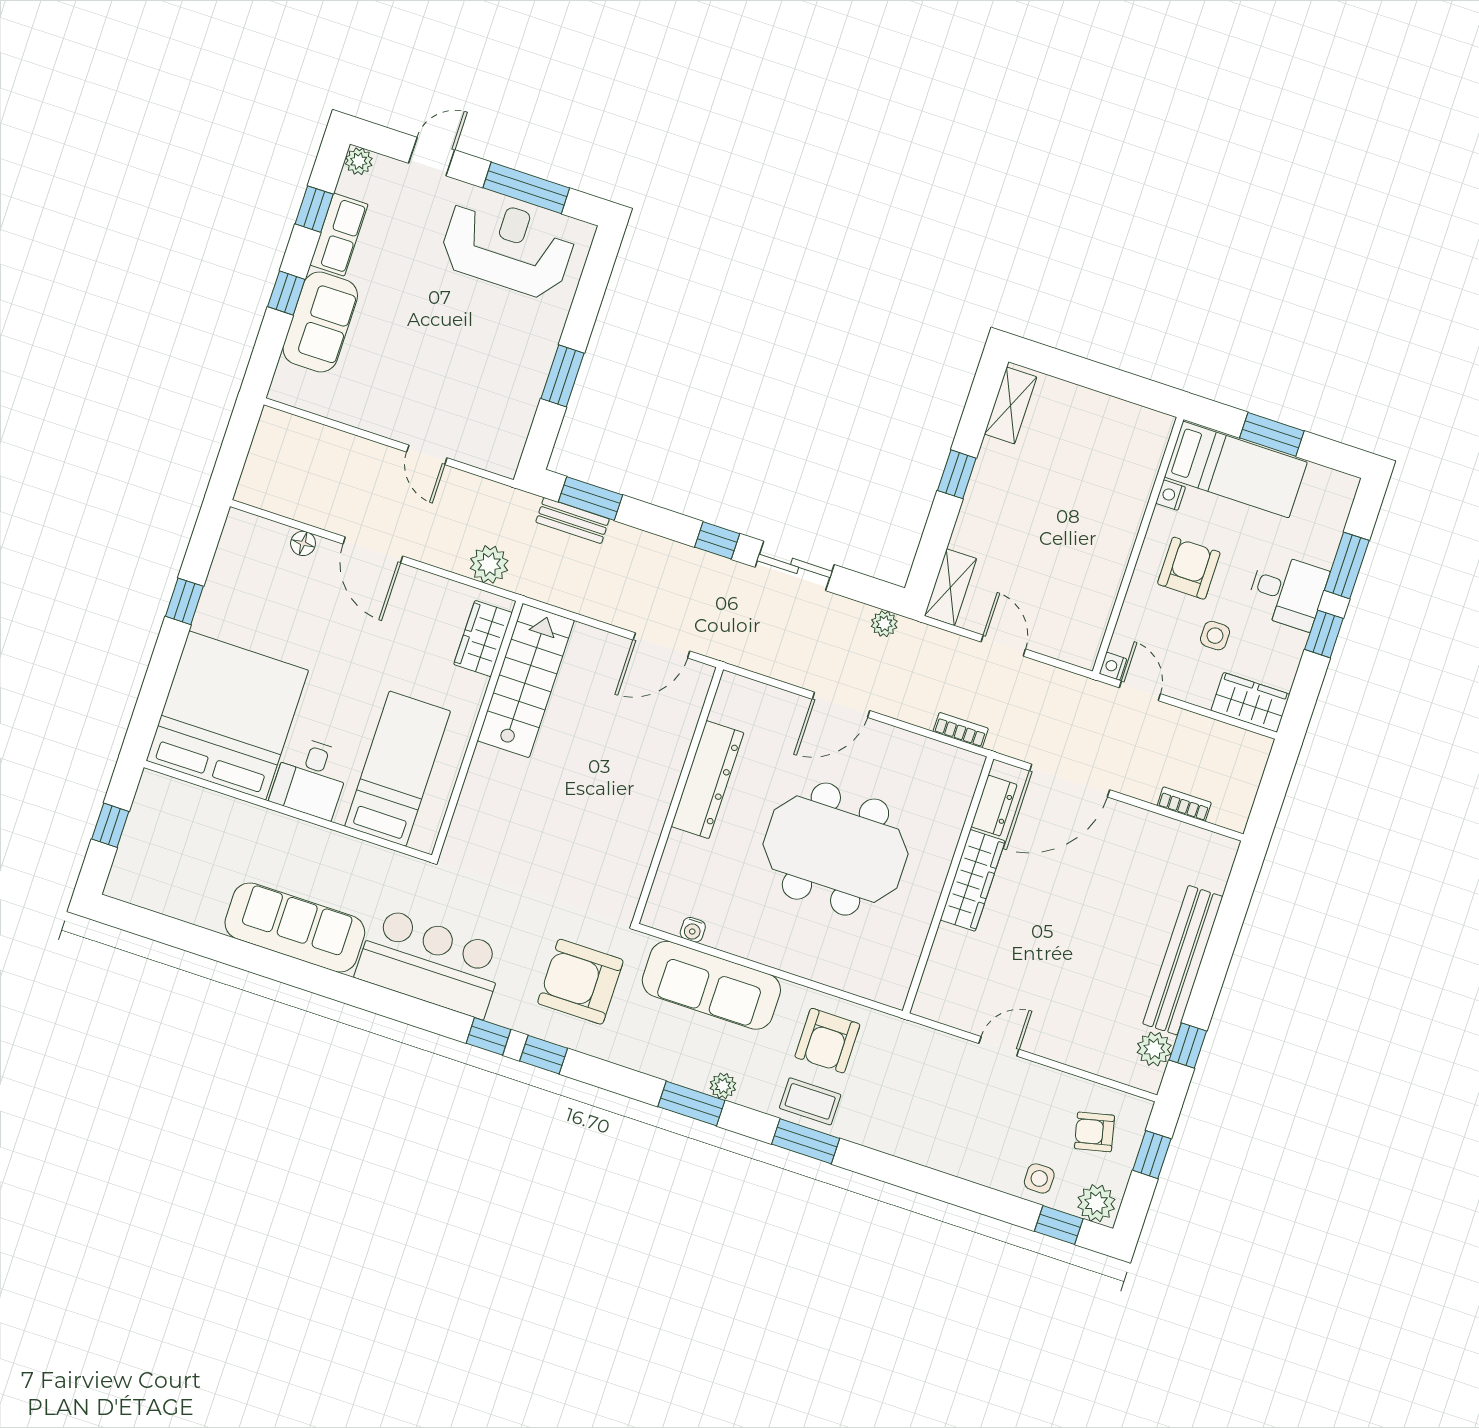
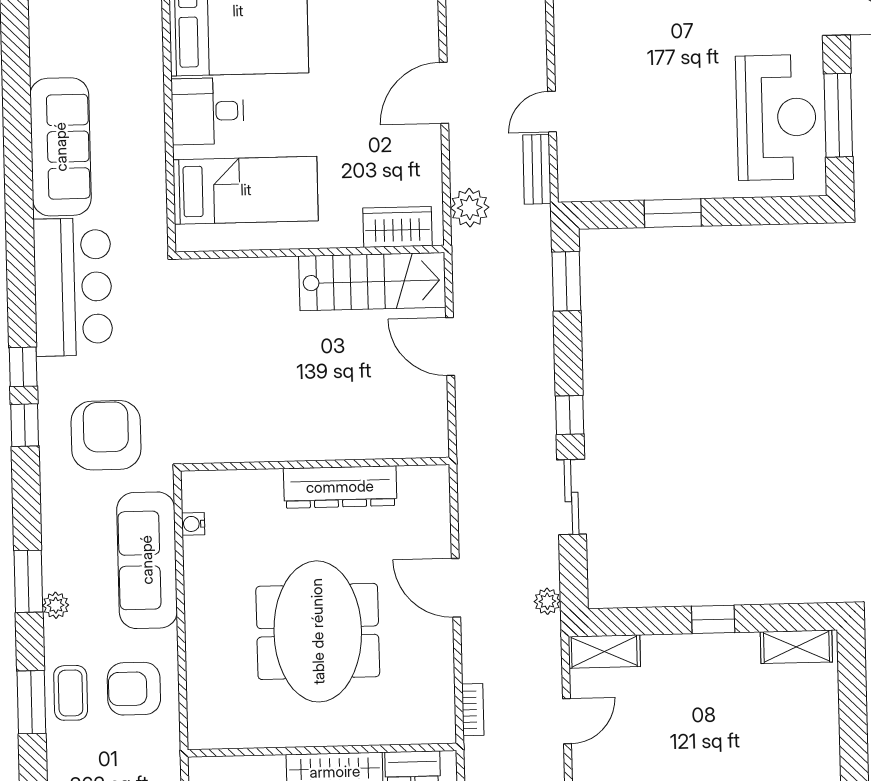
bench: (573, 521) -> (537, 169), moved
floor lamp: (303, 543) -> (427, 25), removed
door: (661, 645) -> (450, 347), moved

